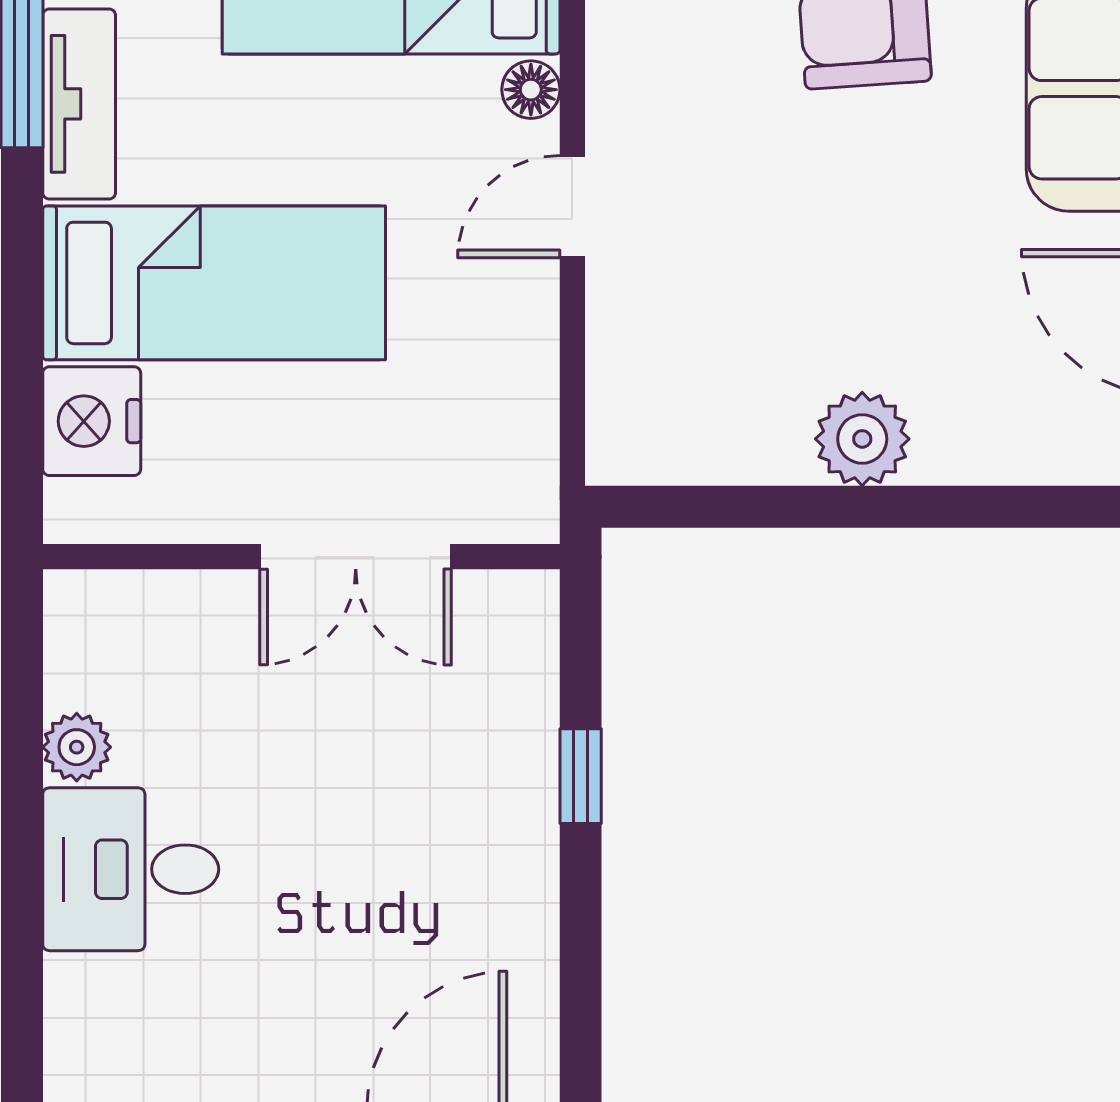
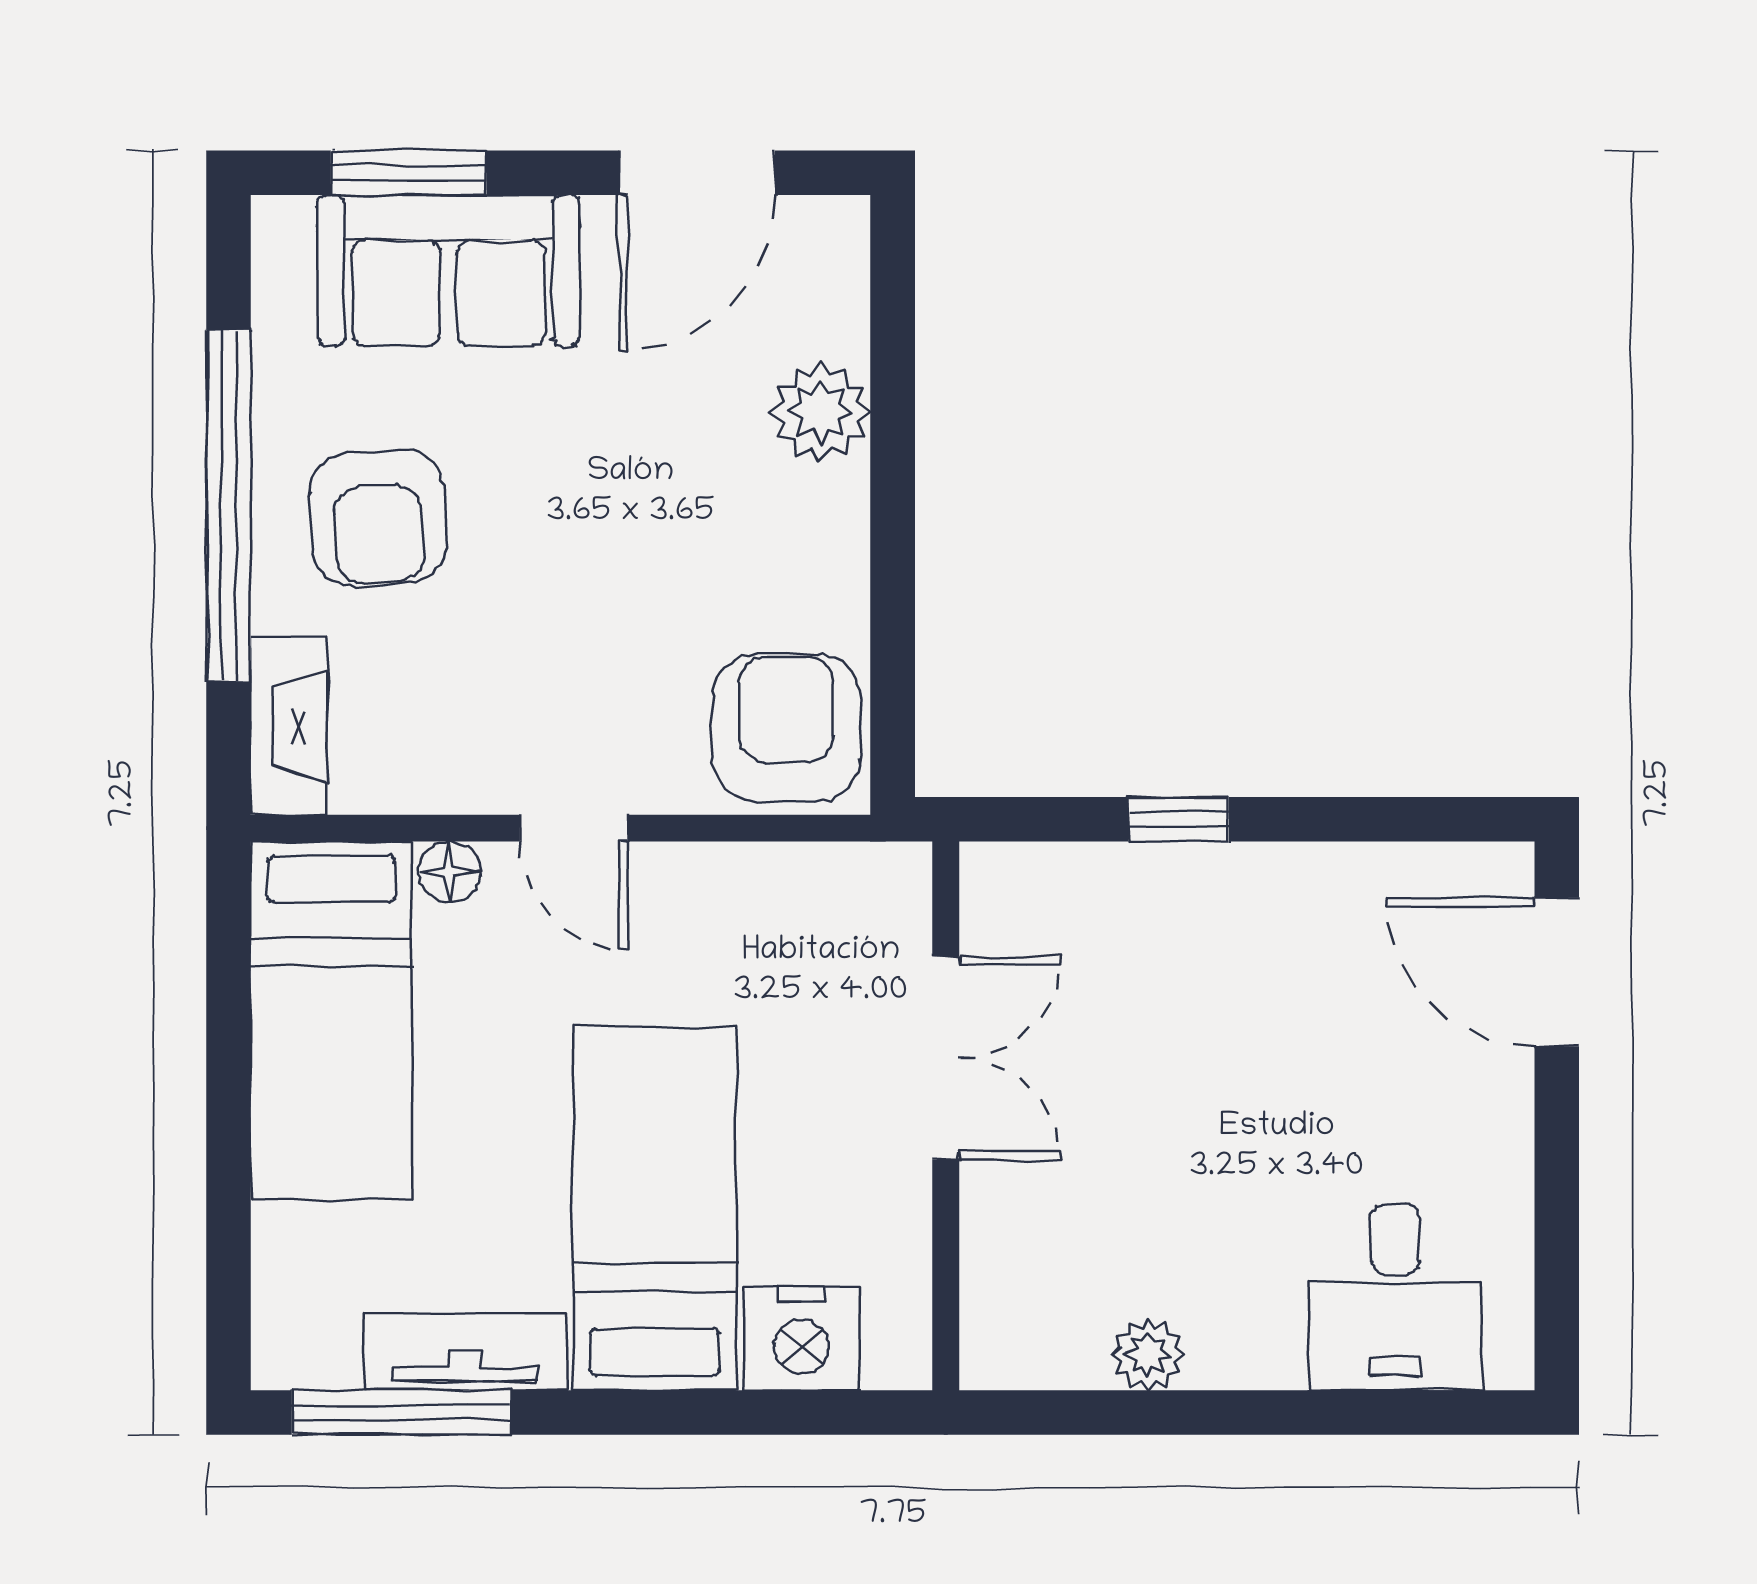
armchair: (667, 406) -> (786, 727), added
plant: (862, 439) -> (821, 412), moved
desk: (131, 869) -> (1395, 1297), moved

